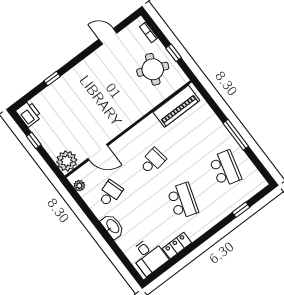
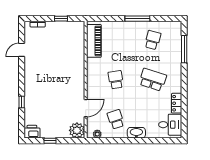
round table: (153, 69) -> (61, 38), removed
school desk: (225, 168) -> (153, 40), width x0.54
window: (241, 210) -> (184, 49), width x2.17

